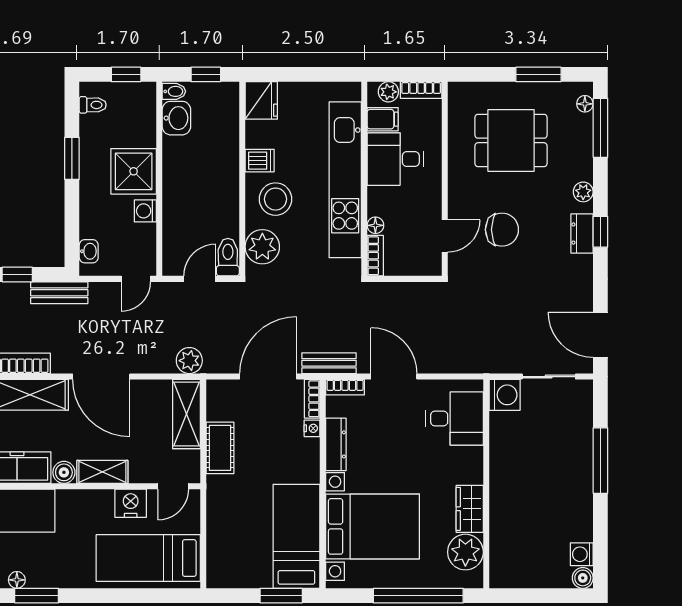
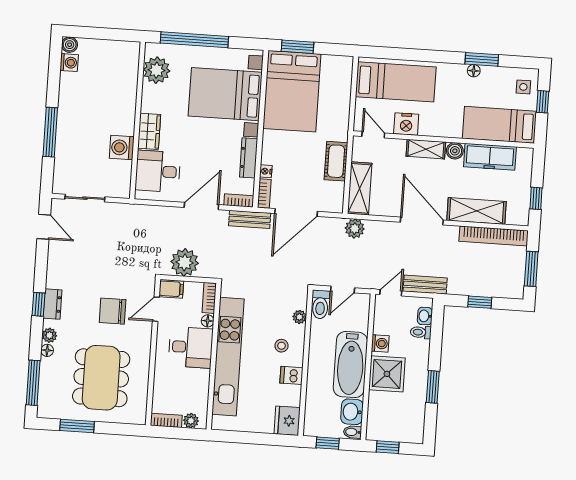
floor lamp: (585, 104) -> (47, 350), moved
toilet: (93, 105) -> (421, 332), moved
filing cabinet: (383, 119) -> (171, 289), moved, turned 180
dining table: (511, 140) -> (101, 378), width x1.38
desk: (395, 159) -> (191, 347), moved
bathtub: (183, 180) -> (350, 365), added
stool: (276, 199) -> (281, 346), width x0.53, depth x0.53
plant: (262, 247) -> (299, 317), width x0.53, depth x0.53
bench: (59, 293) -> (425, 285), moved
plant: (411, 300) -> (185, 262), added
door: (600, 335) -> (44, 227), width x0.73
door: (394, 377) -> (201, 206), swing flipped
washing machine: (505, 395) -> (122, 148), moved
door: (173, 486) -> (373, 135), hinge flipped
wardrobe: (470, 509) -> (149, 131), moved
bed: (296, 536) -> (292, 91), width x1.50
floor lamp: (17, 580) -> (474, 71), moved

